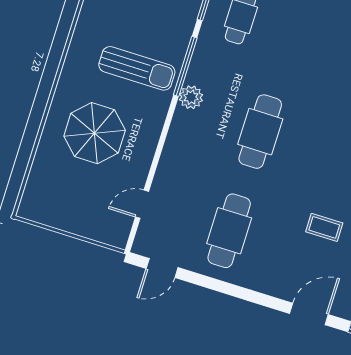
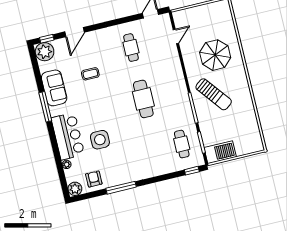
sun lounger: (137, 68) -> (214, 94), turned -128
plant: (191, 97) -> (182, 96), removed
cafe table: (229, 231) -> (131, 48), width x0.73, depth x0.74

